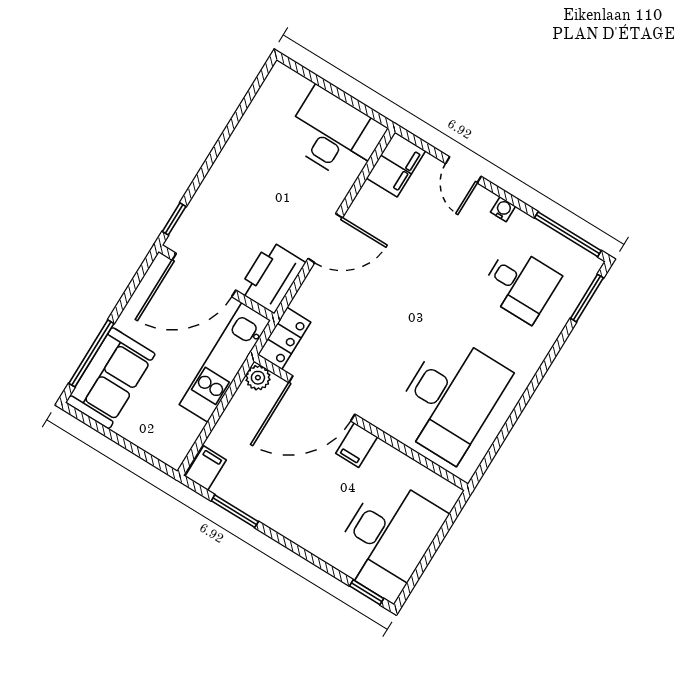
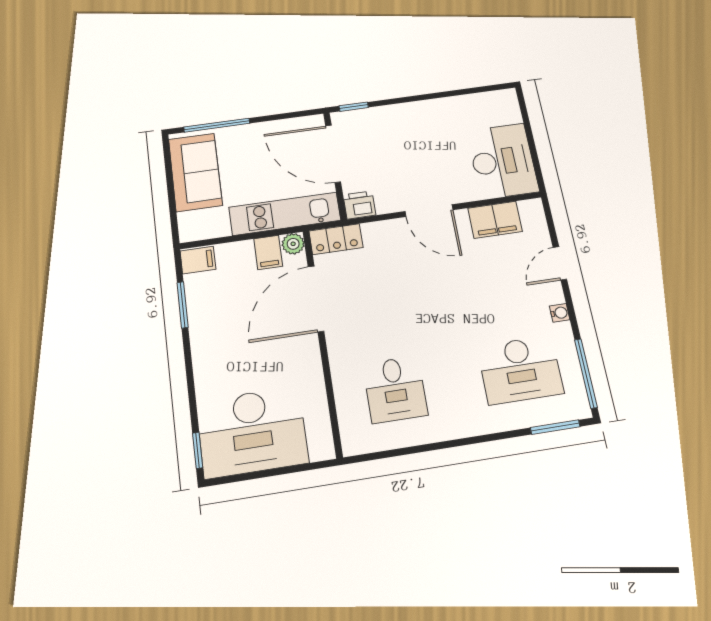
filing cabinet: (396, 164) -> (495, 220), moved
printer: (272, 277) -> (359, 205), width x0.53, depth x0.68
desk: (520, 284) -> (520, 370), width x1.37
sofa: (111, 378) -> (195, 172), moved, turned -90
door: (322, 398) -> (316, 299), hinge flipped
desk: (450, 398) -> (395, 389), width x0.53, depth x0.77
filing cabinet: (357, 445) -> (268, 252), moved, turned -90

